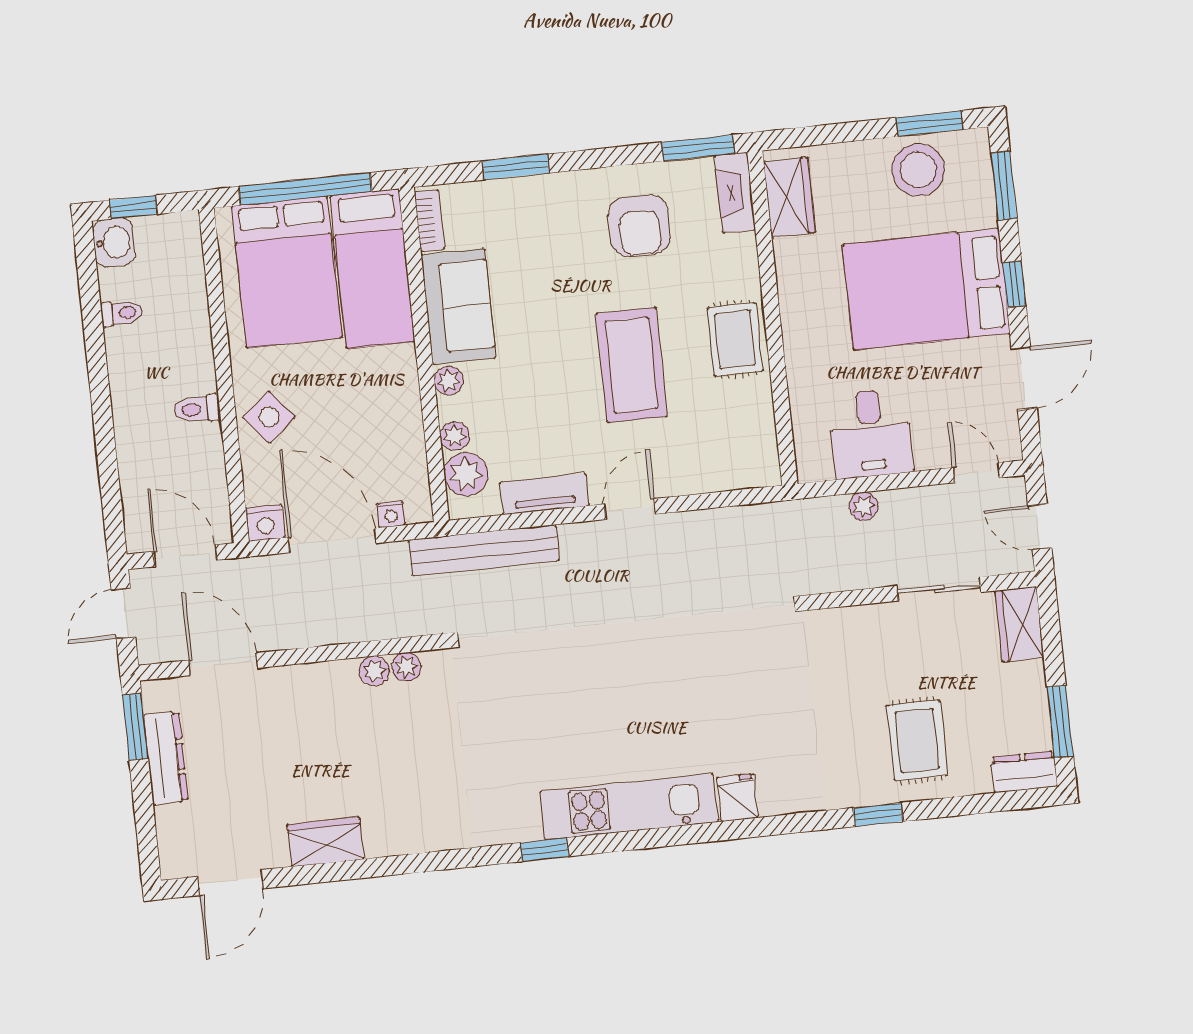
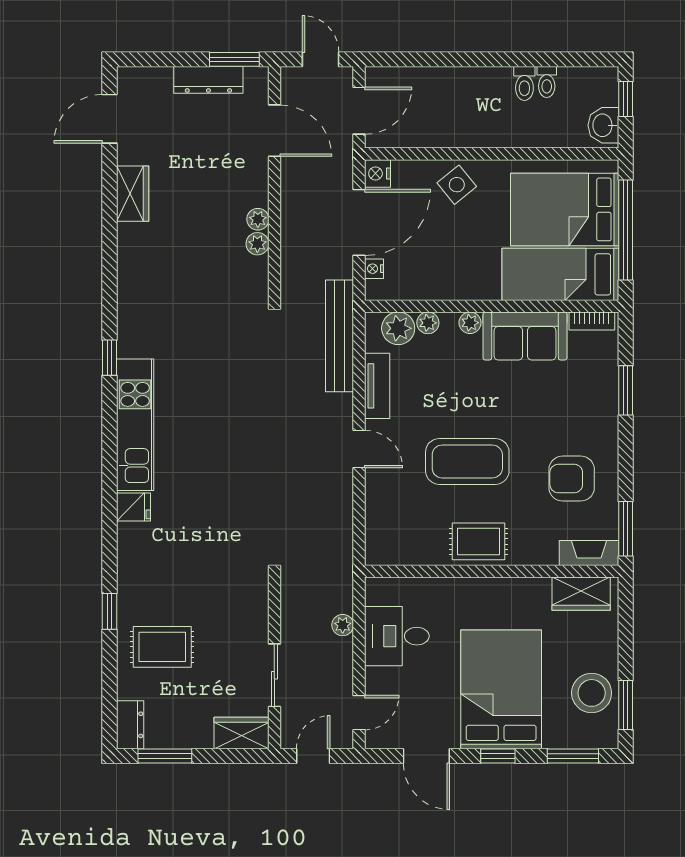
washbasin: (114, 242) -> (603, 125), moved, turned 90
toilet: (197, 409) -> (524, 83), moved, turned 180
door: (223, 664) -> (274, 131), hinge flipped
plant: (406, 667) -> (258, 219), moved
door: (230, 883) -> (109, 119), hinge flipped

